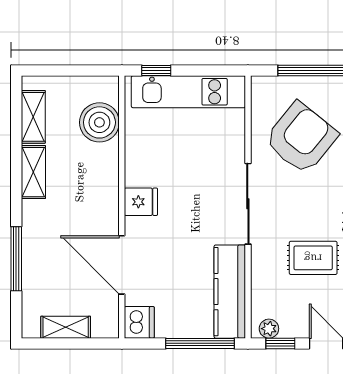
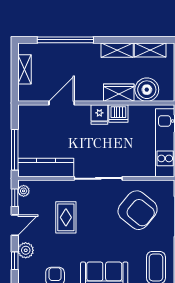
wardrobe: (105, 170) -> (119, 93), added
window: (16, 259) -> (65, 40), width x1.46
door: (122, 265) -> (62, 103), width x0.73
dishwasher: (139, 322) -> (118, 113), moved

